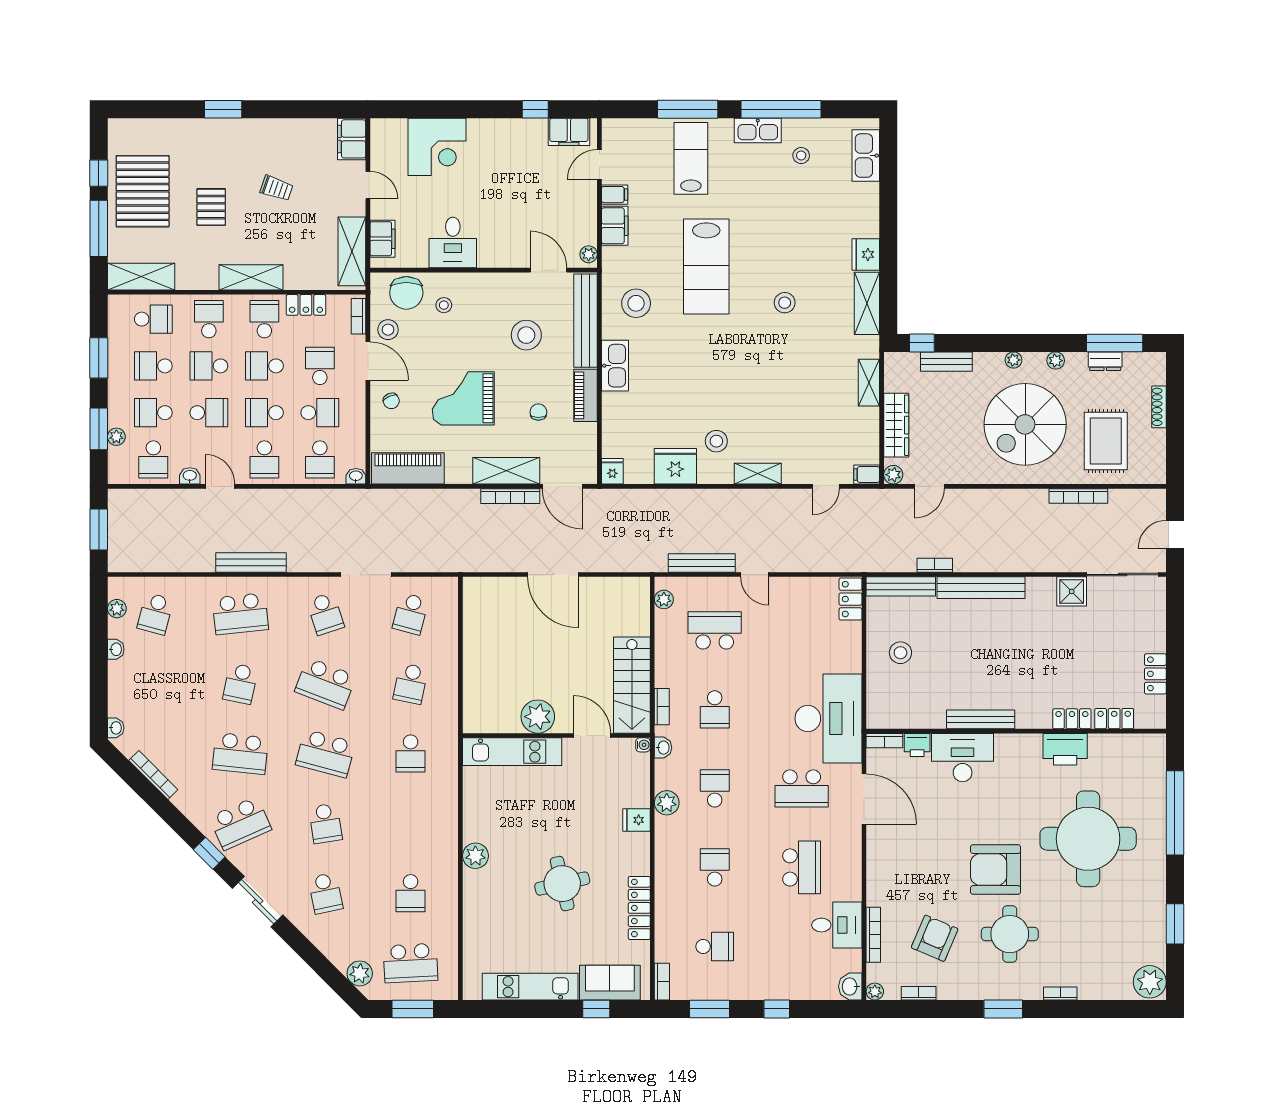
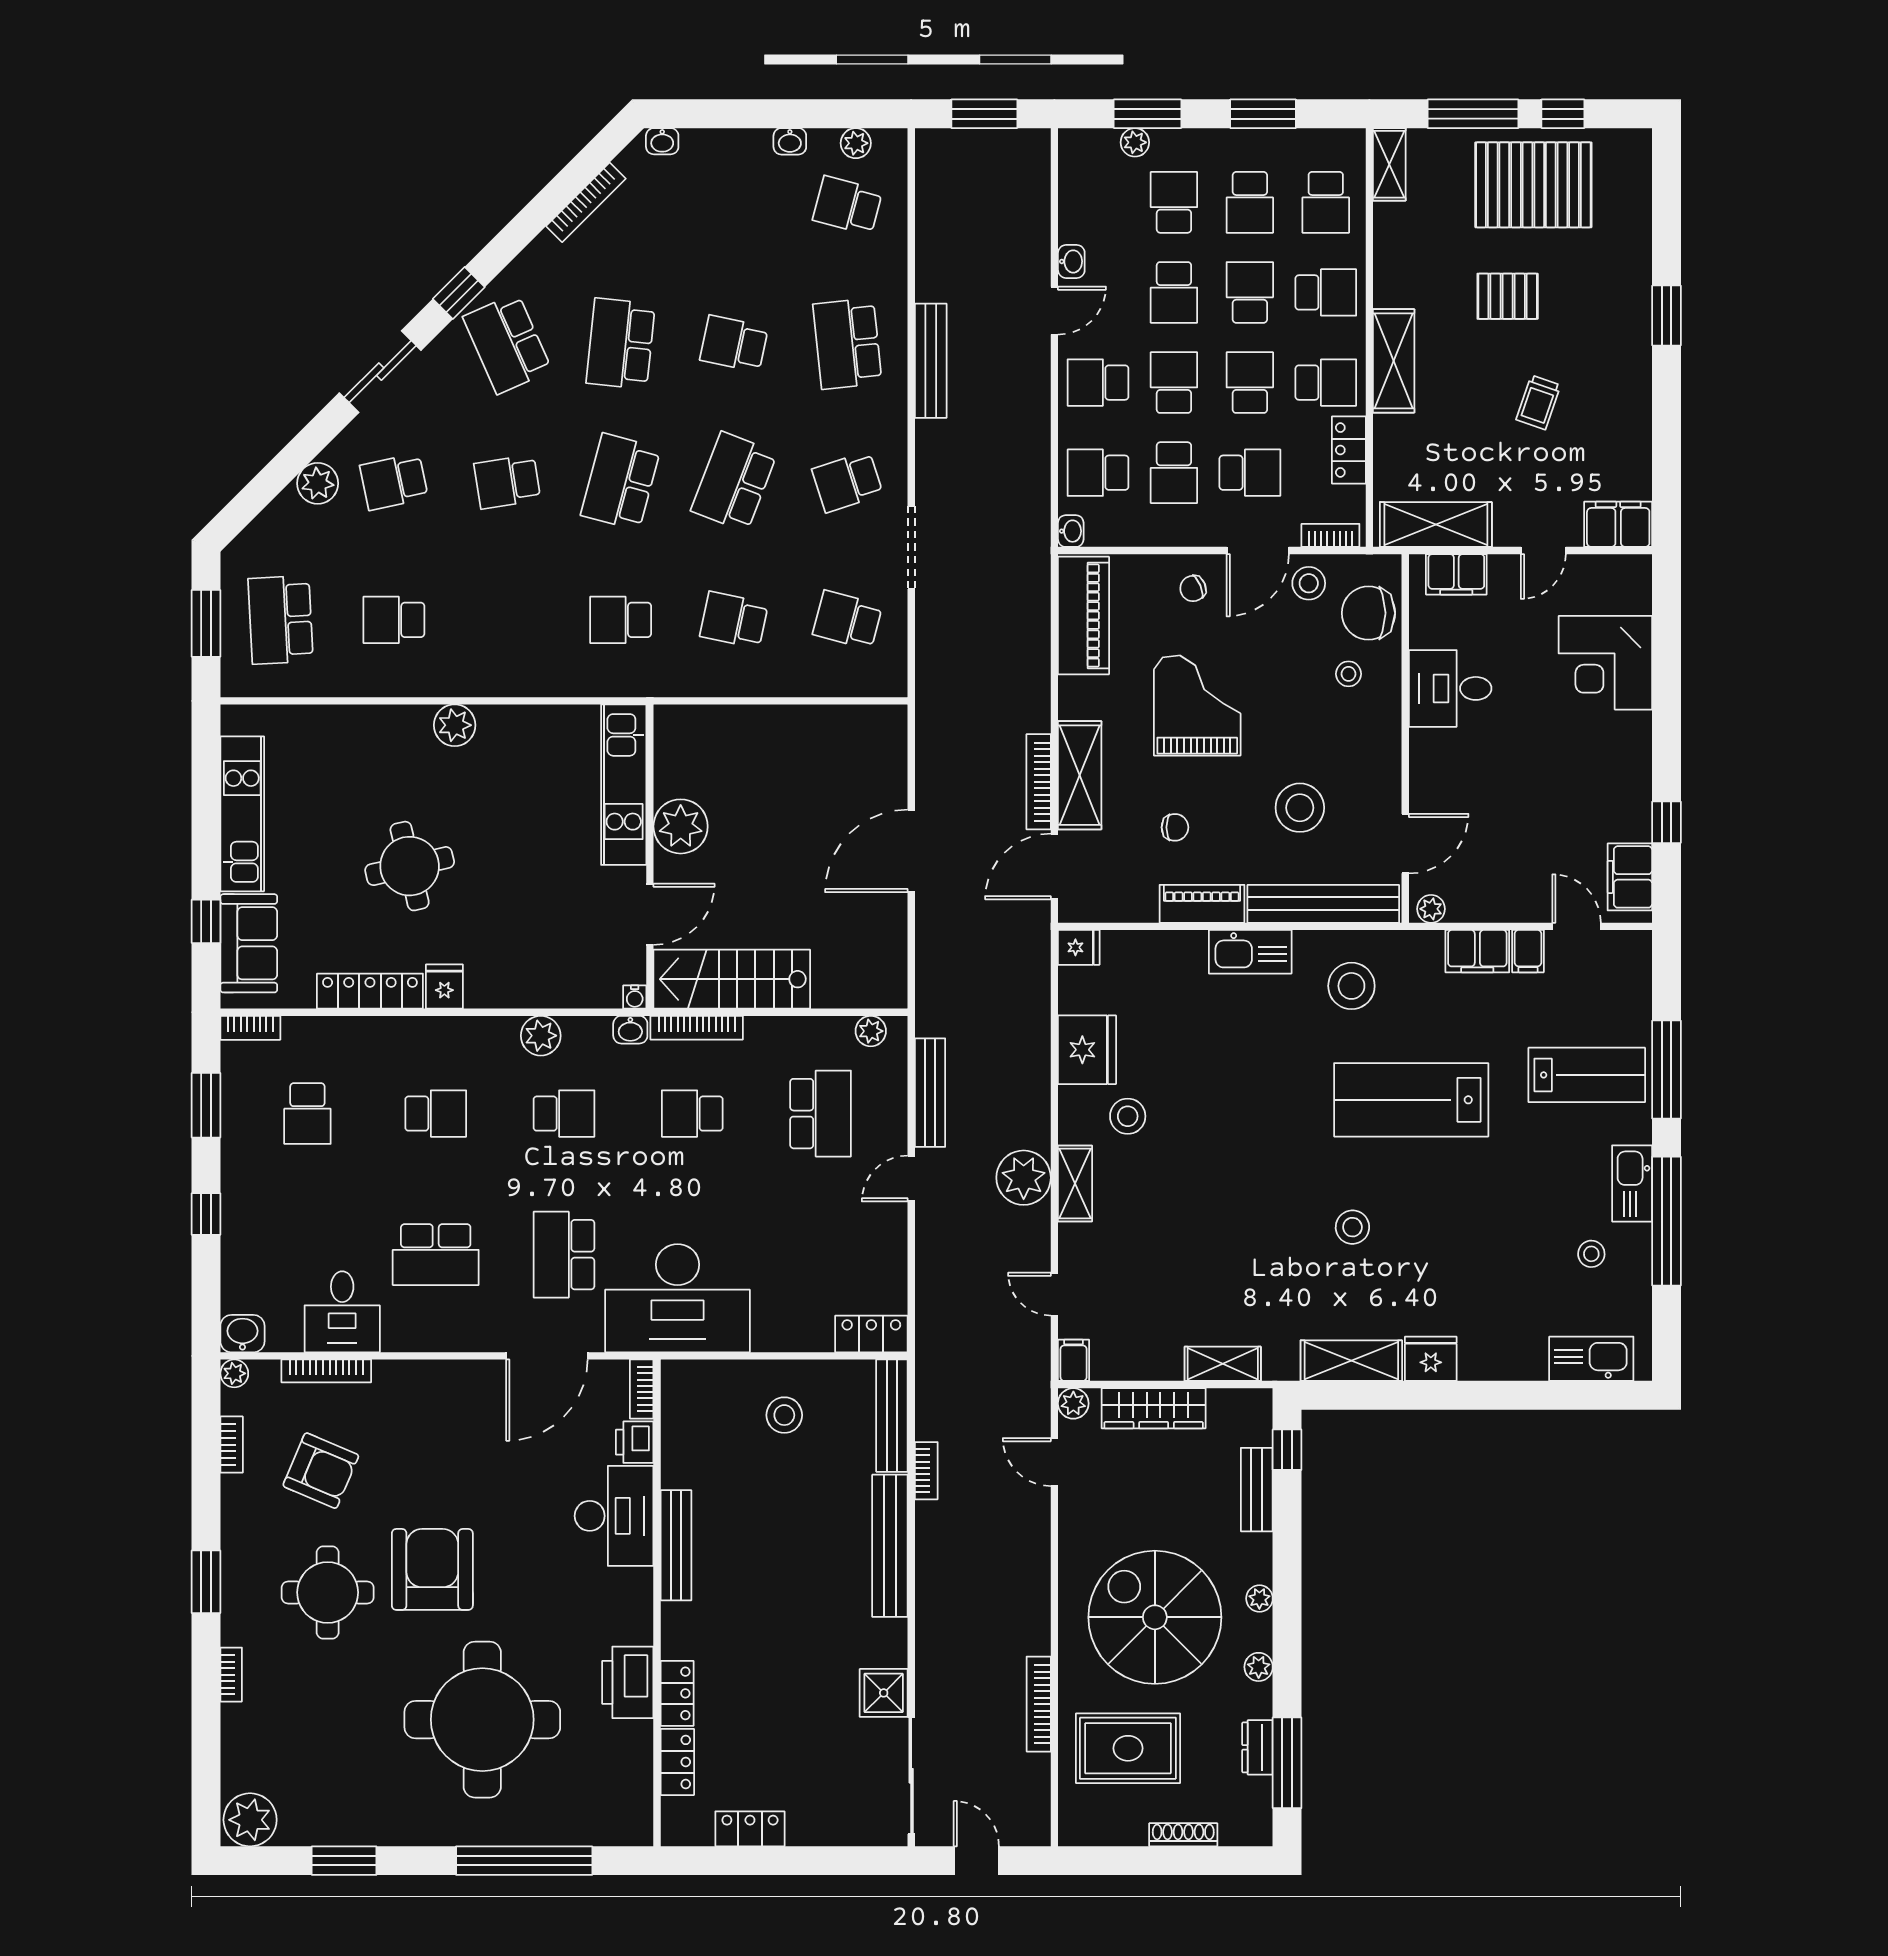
shelving: (141, 277) -> (1389, 164), width x0.67, depth x0.75
school desk: (153, 366) -> (1250, 202), turned 180
school desk: (153, 459) -> (1098, 202), removed
plant: (754, 505) -> (1024, 1178), added
bookcase: (662, 707) -> (697, 1028), width x1.56
fridge: (636, 820) -> (444, 987), moved
plant: (360, 973) -> (318, 483), moved

